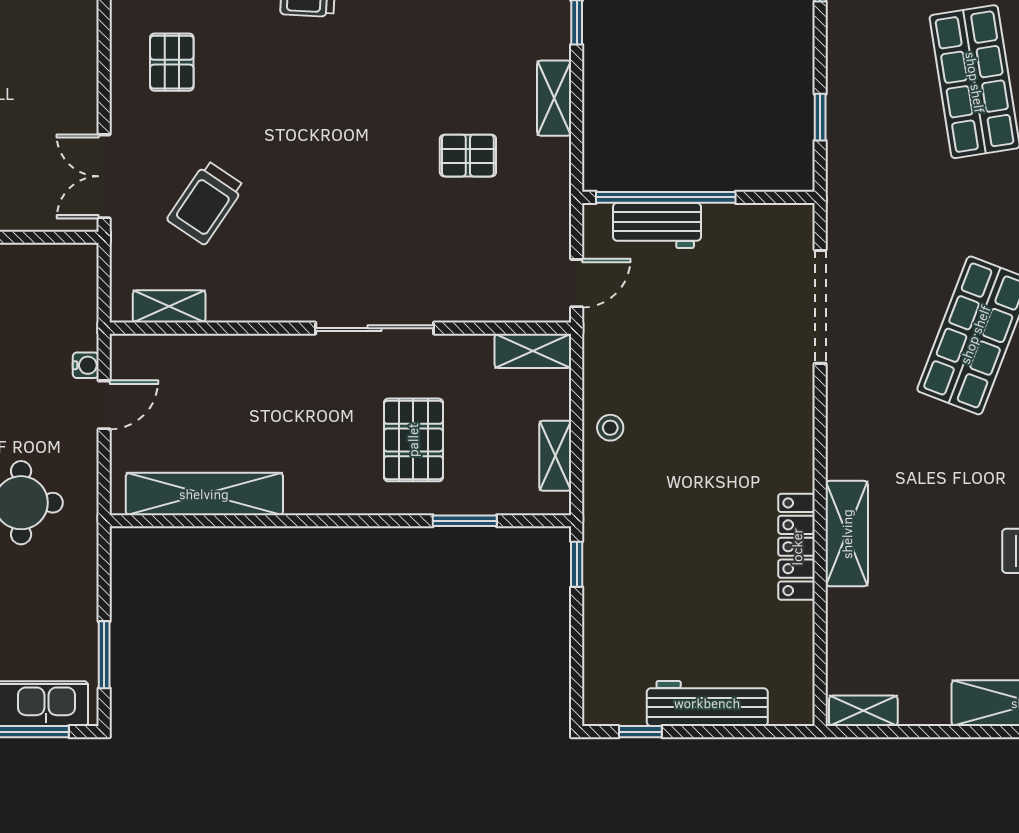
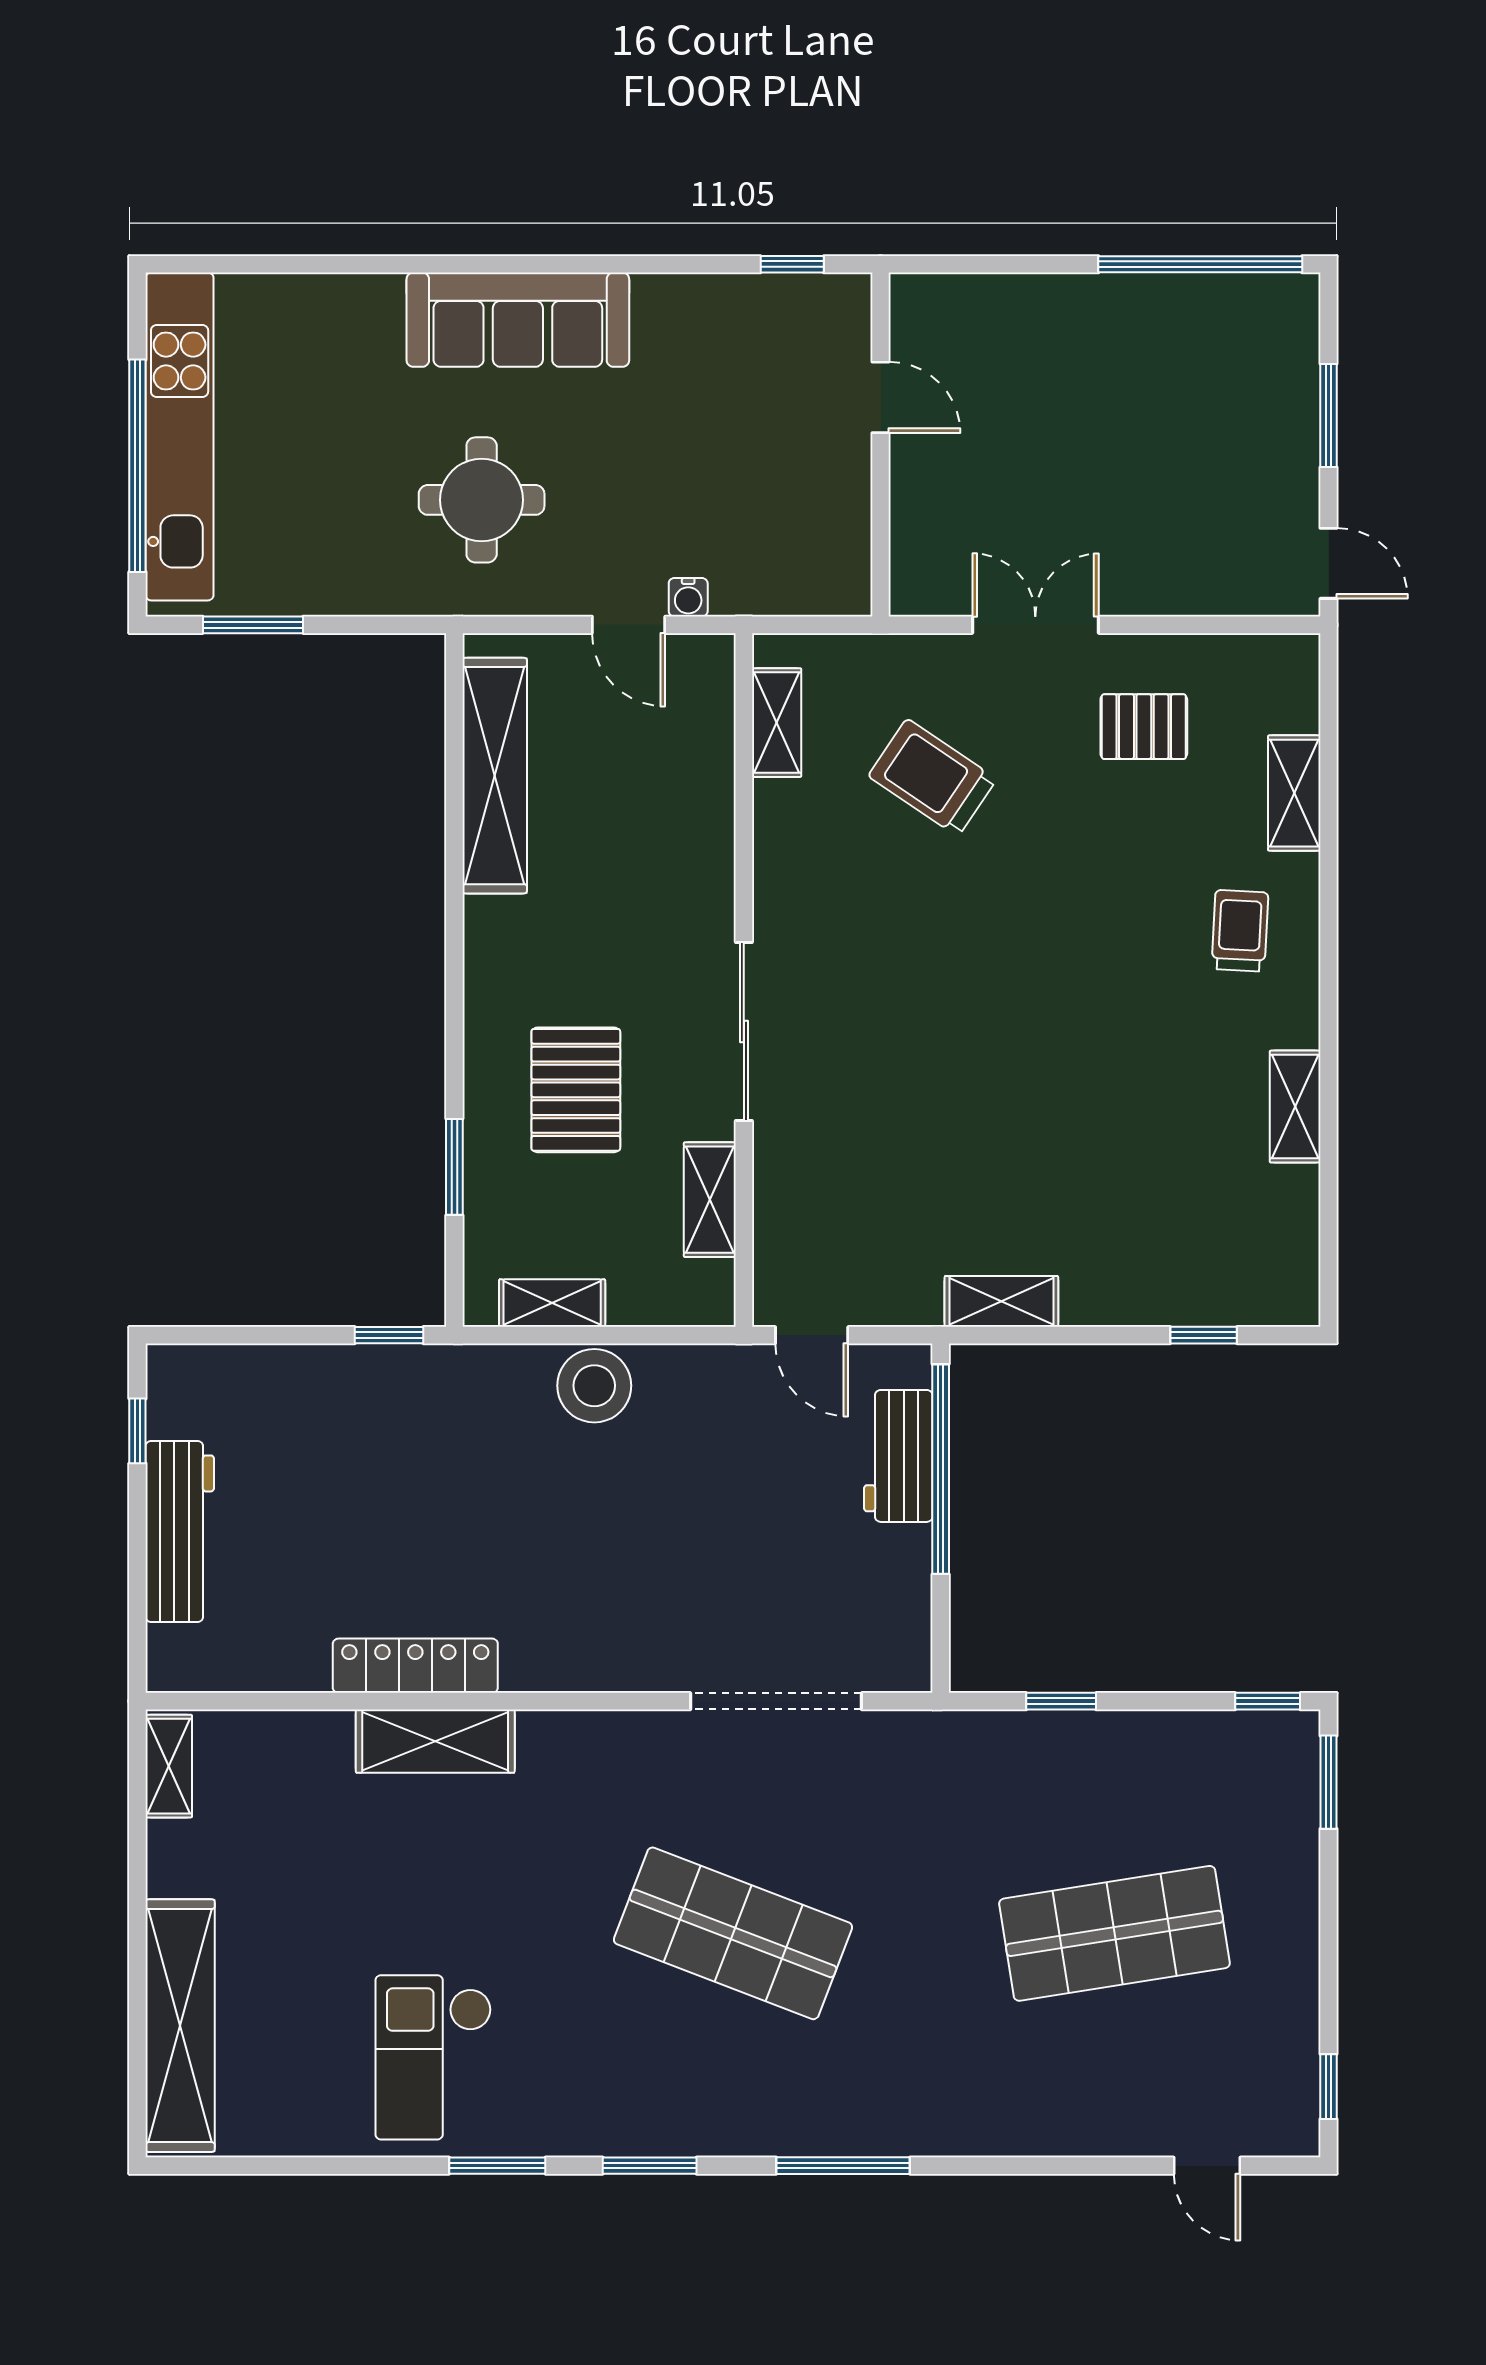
shelving: (554, 98) -> (1001, 1301), moved
pallet: (468, 156) -> (1003, 1172), removed
double door: (104, 176) -> (1035, 625), moved
shelving: (533, 351) -> (710, 1200), moved
stool: (610, 428) -> (594, 1386), width x1.89, depth x1.89
pallet: (413, 440) -> (576, 1090), turned 90

